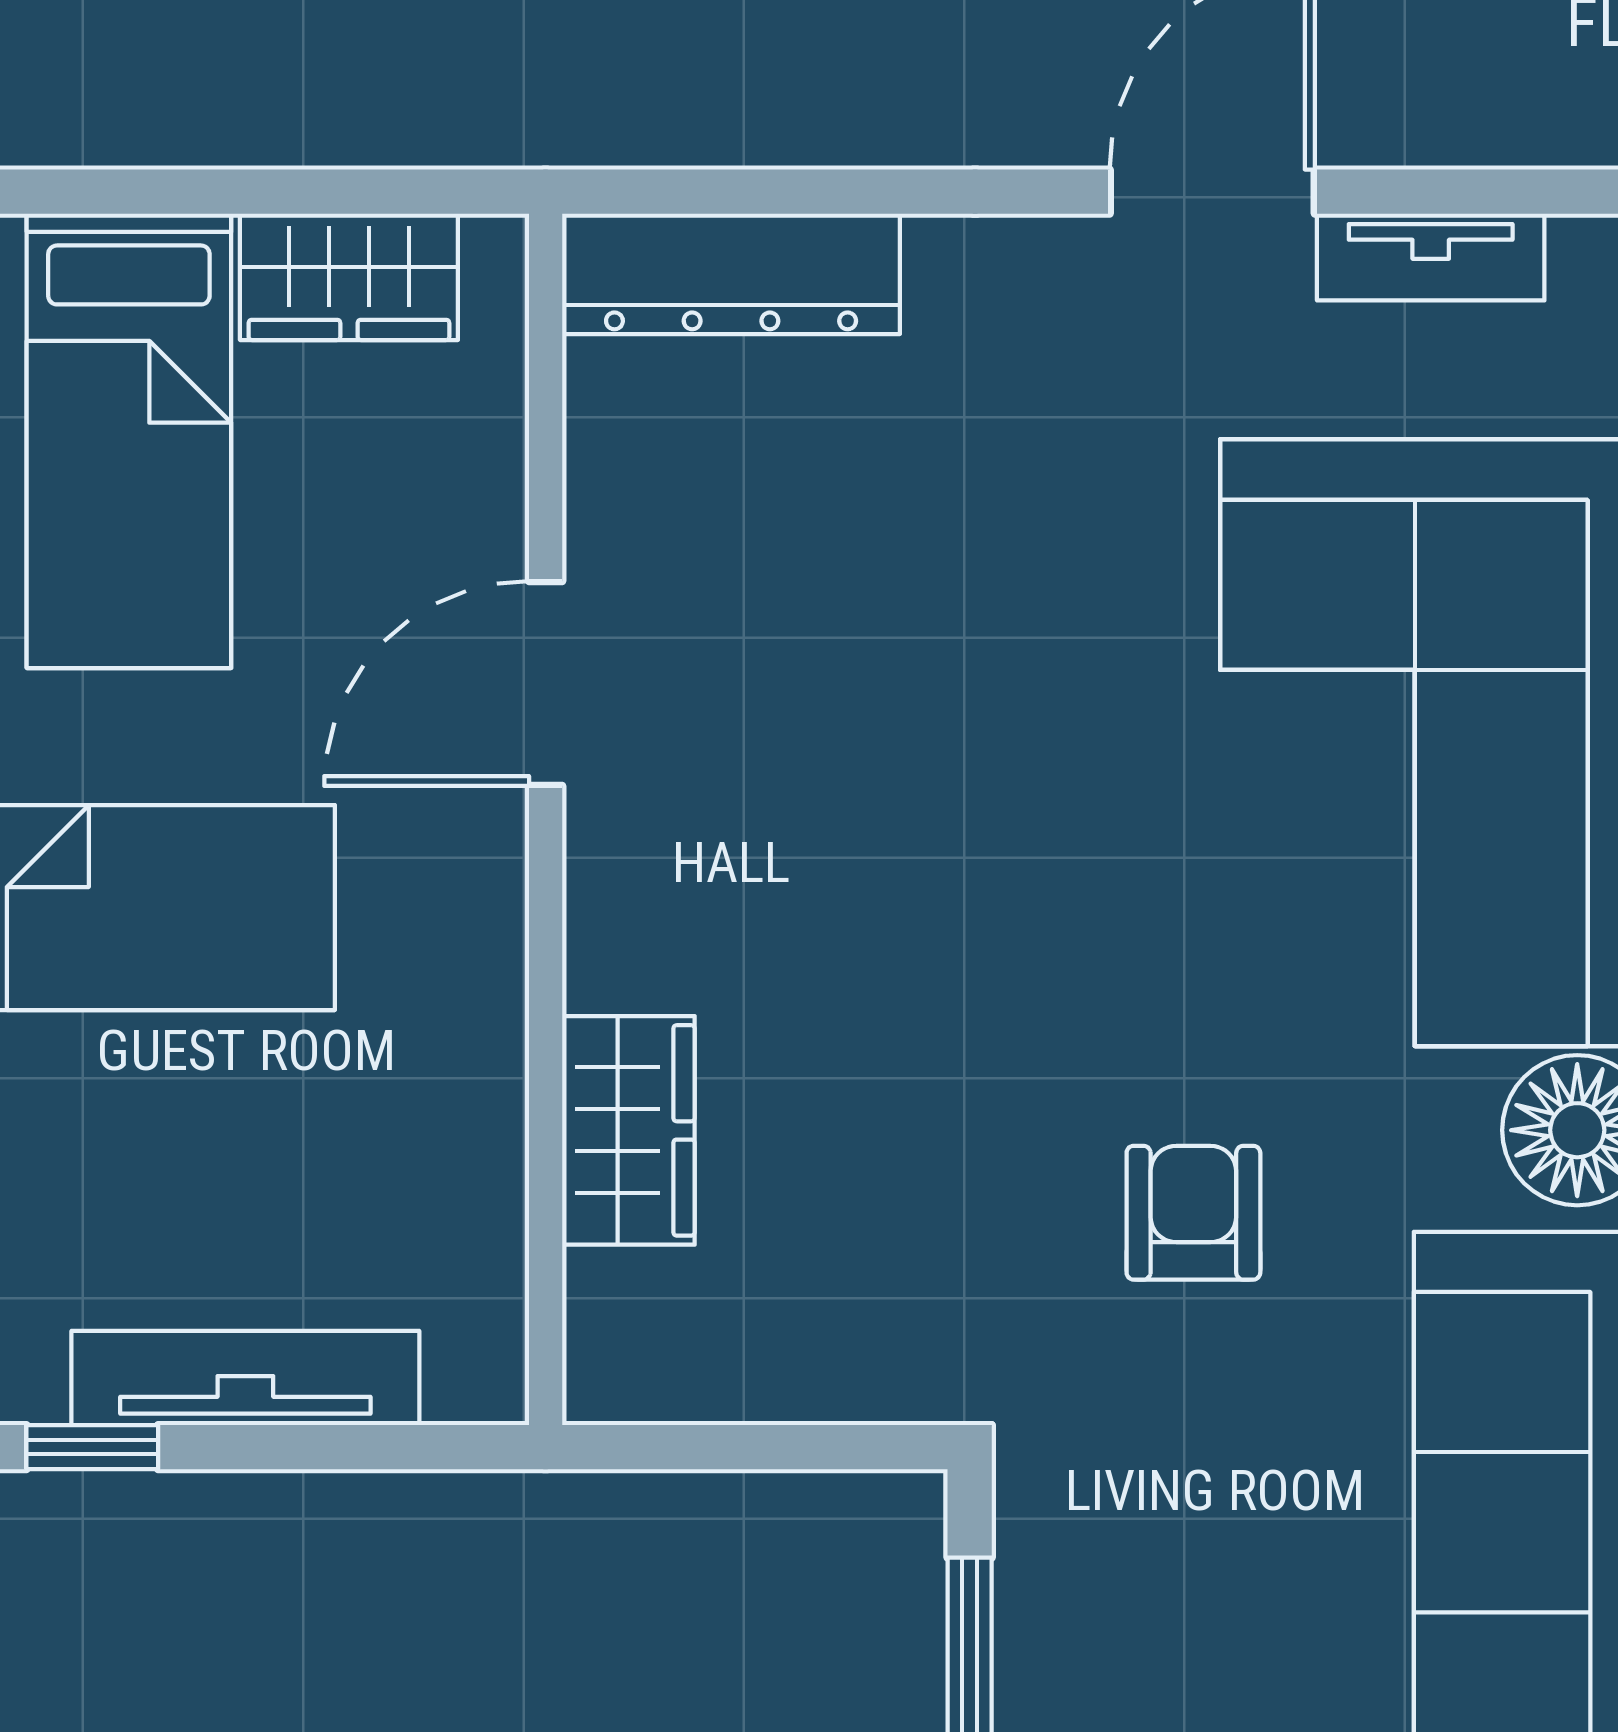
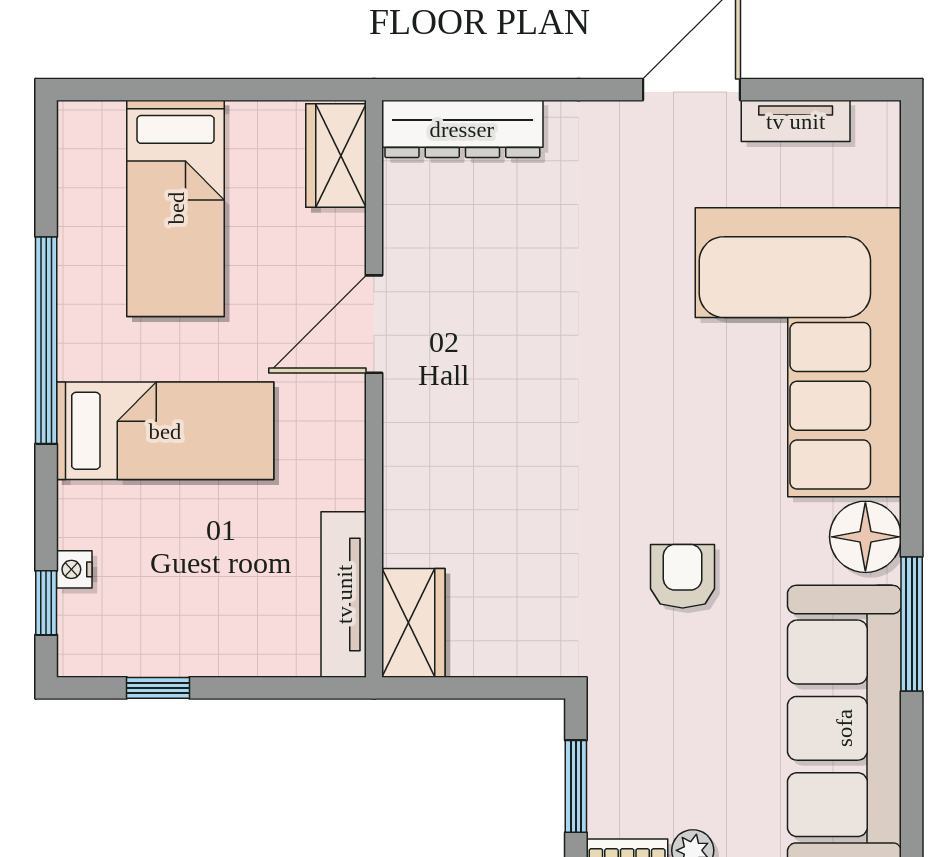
wardrobe: (349, 277) -> (336, 156), moved, turned 90
wardrobe: (628, 1130) -> (413, 623), moved
tv unit: (245, 1378) -> (344, 594), moved, turned -90

